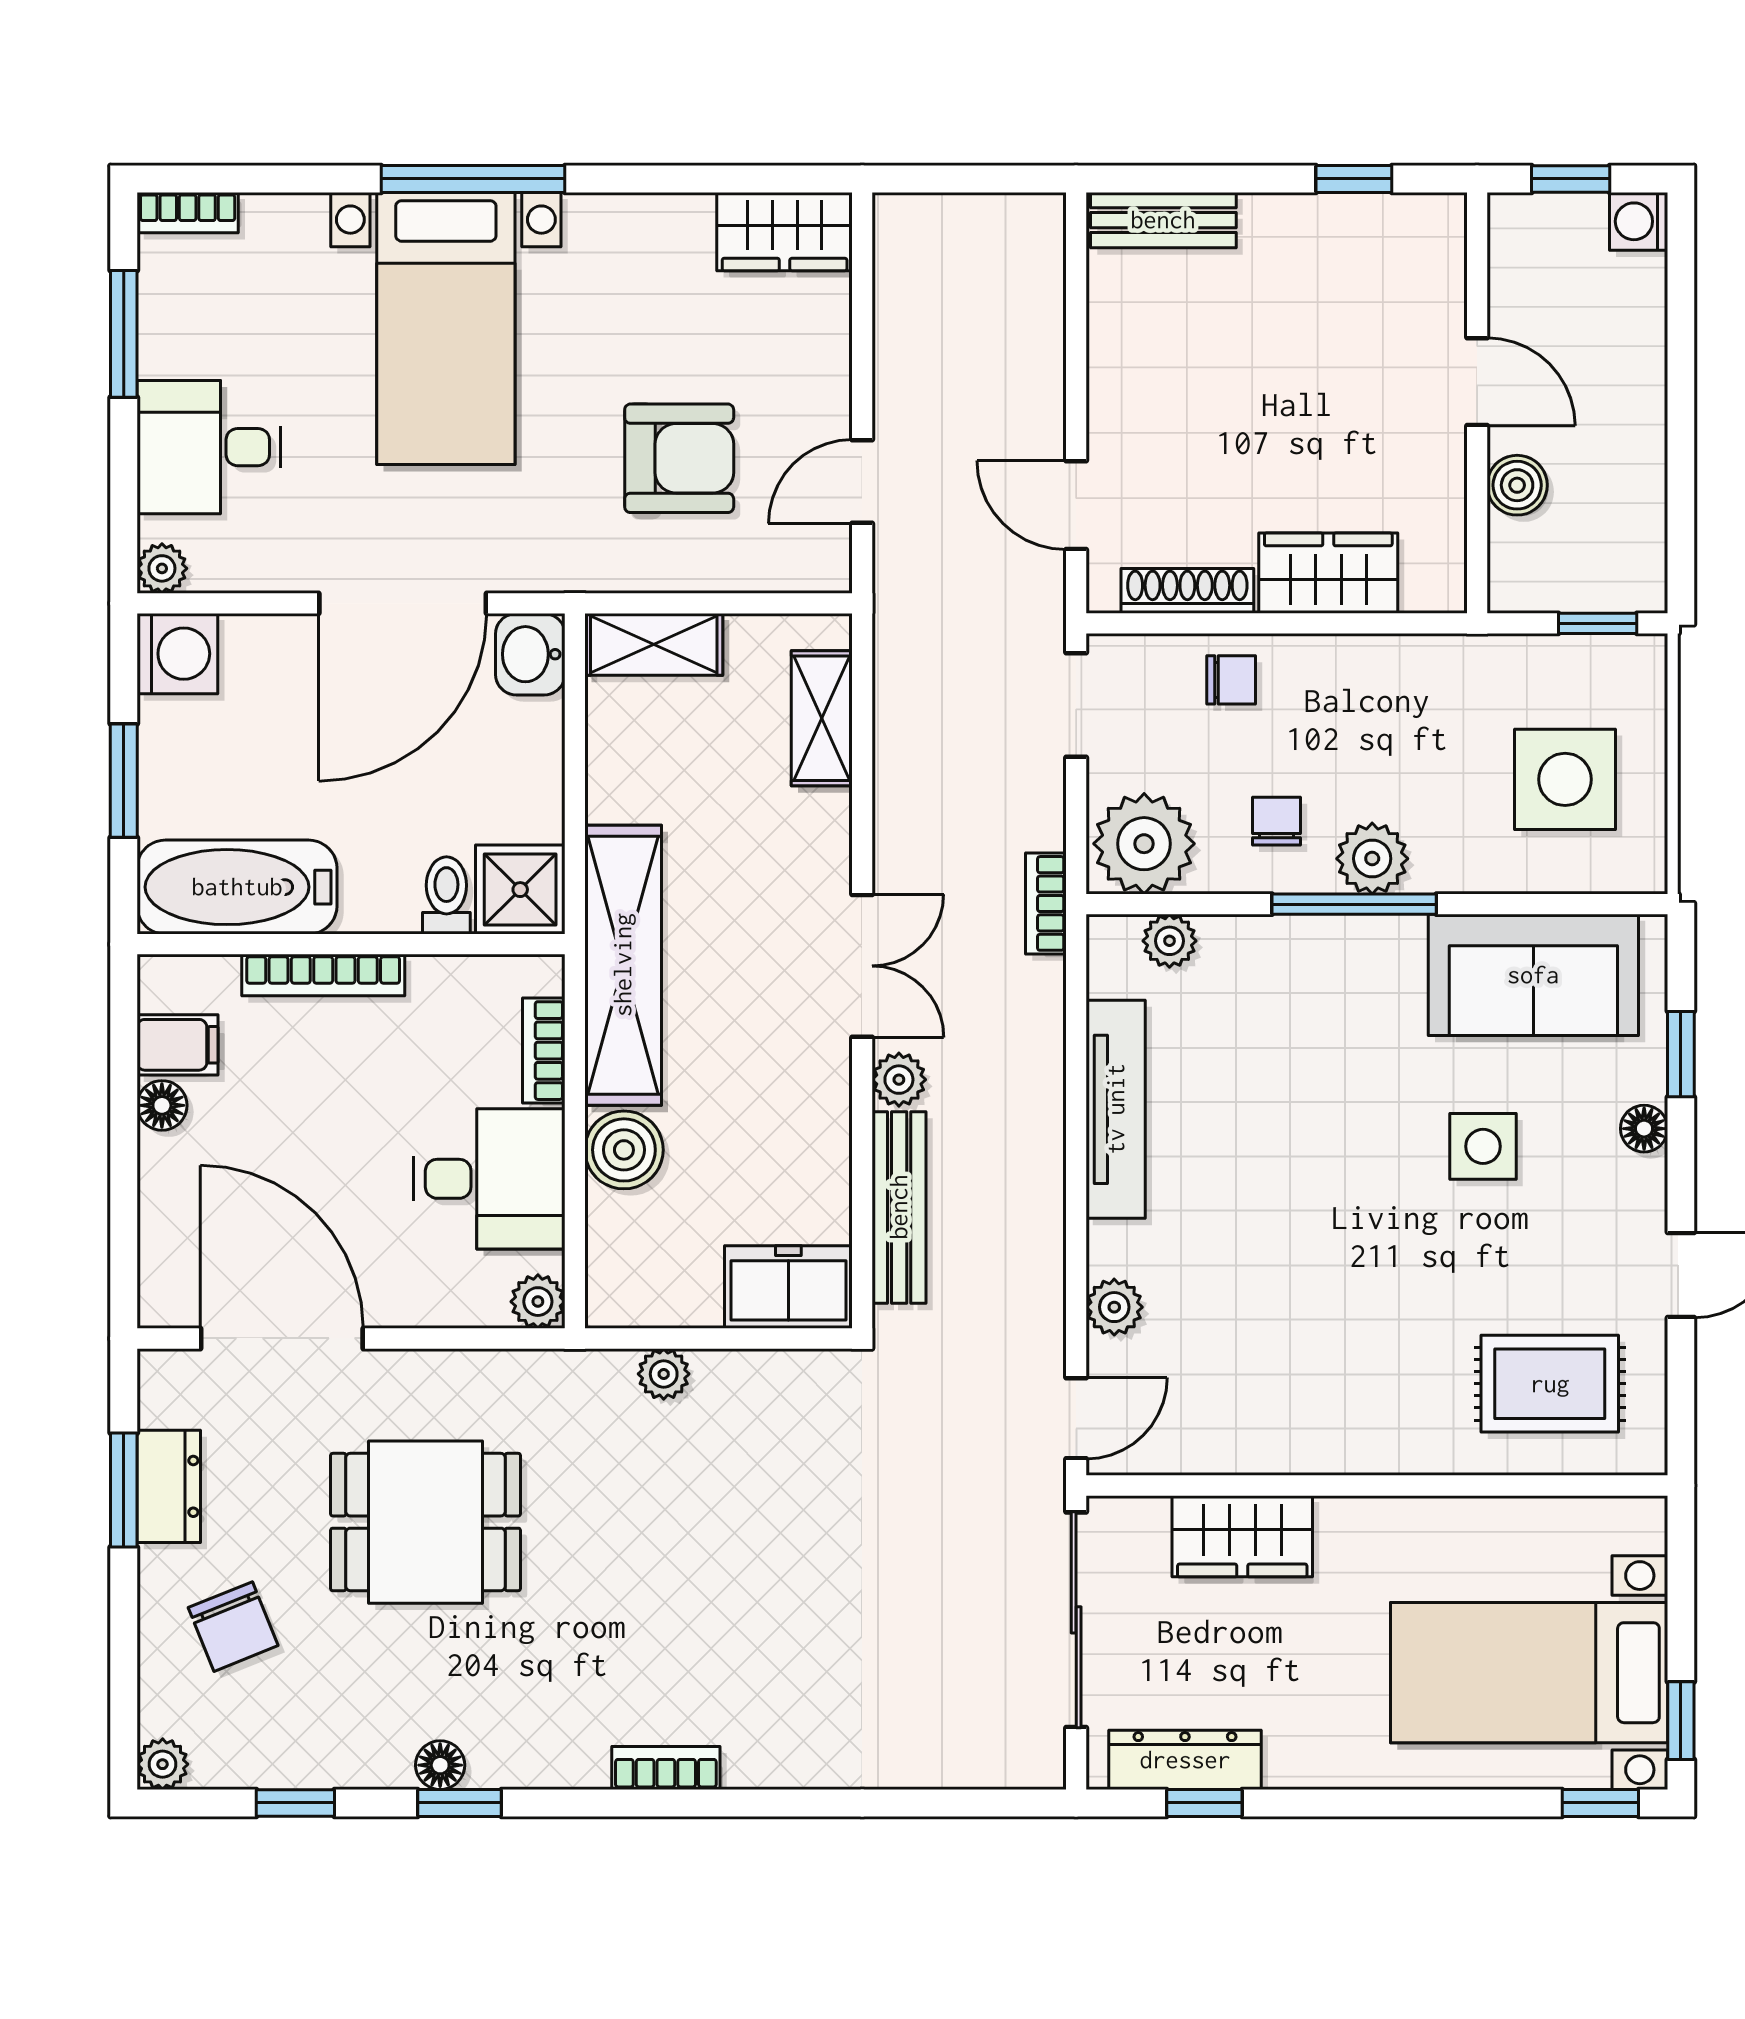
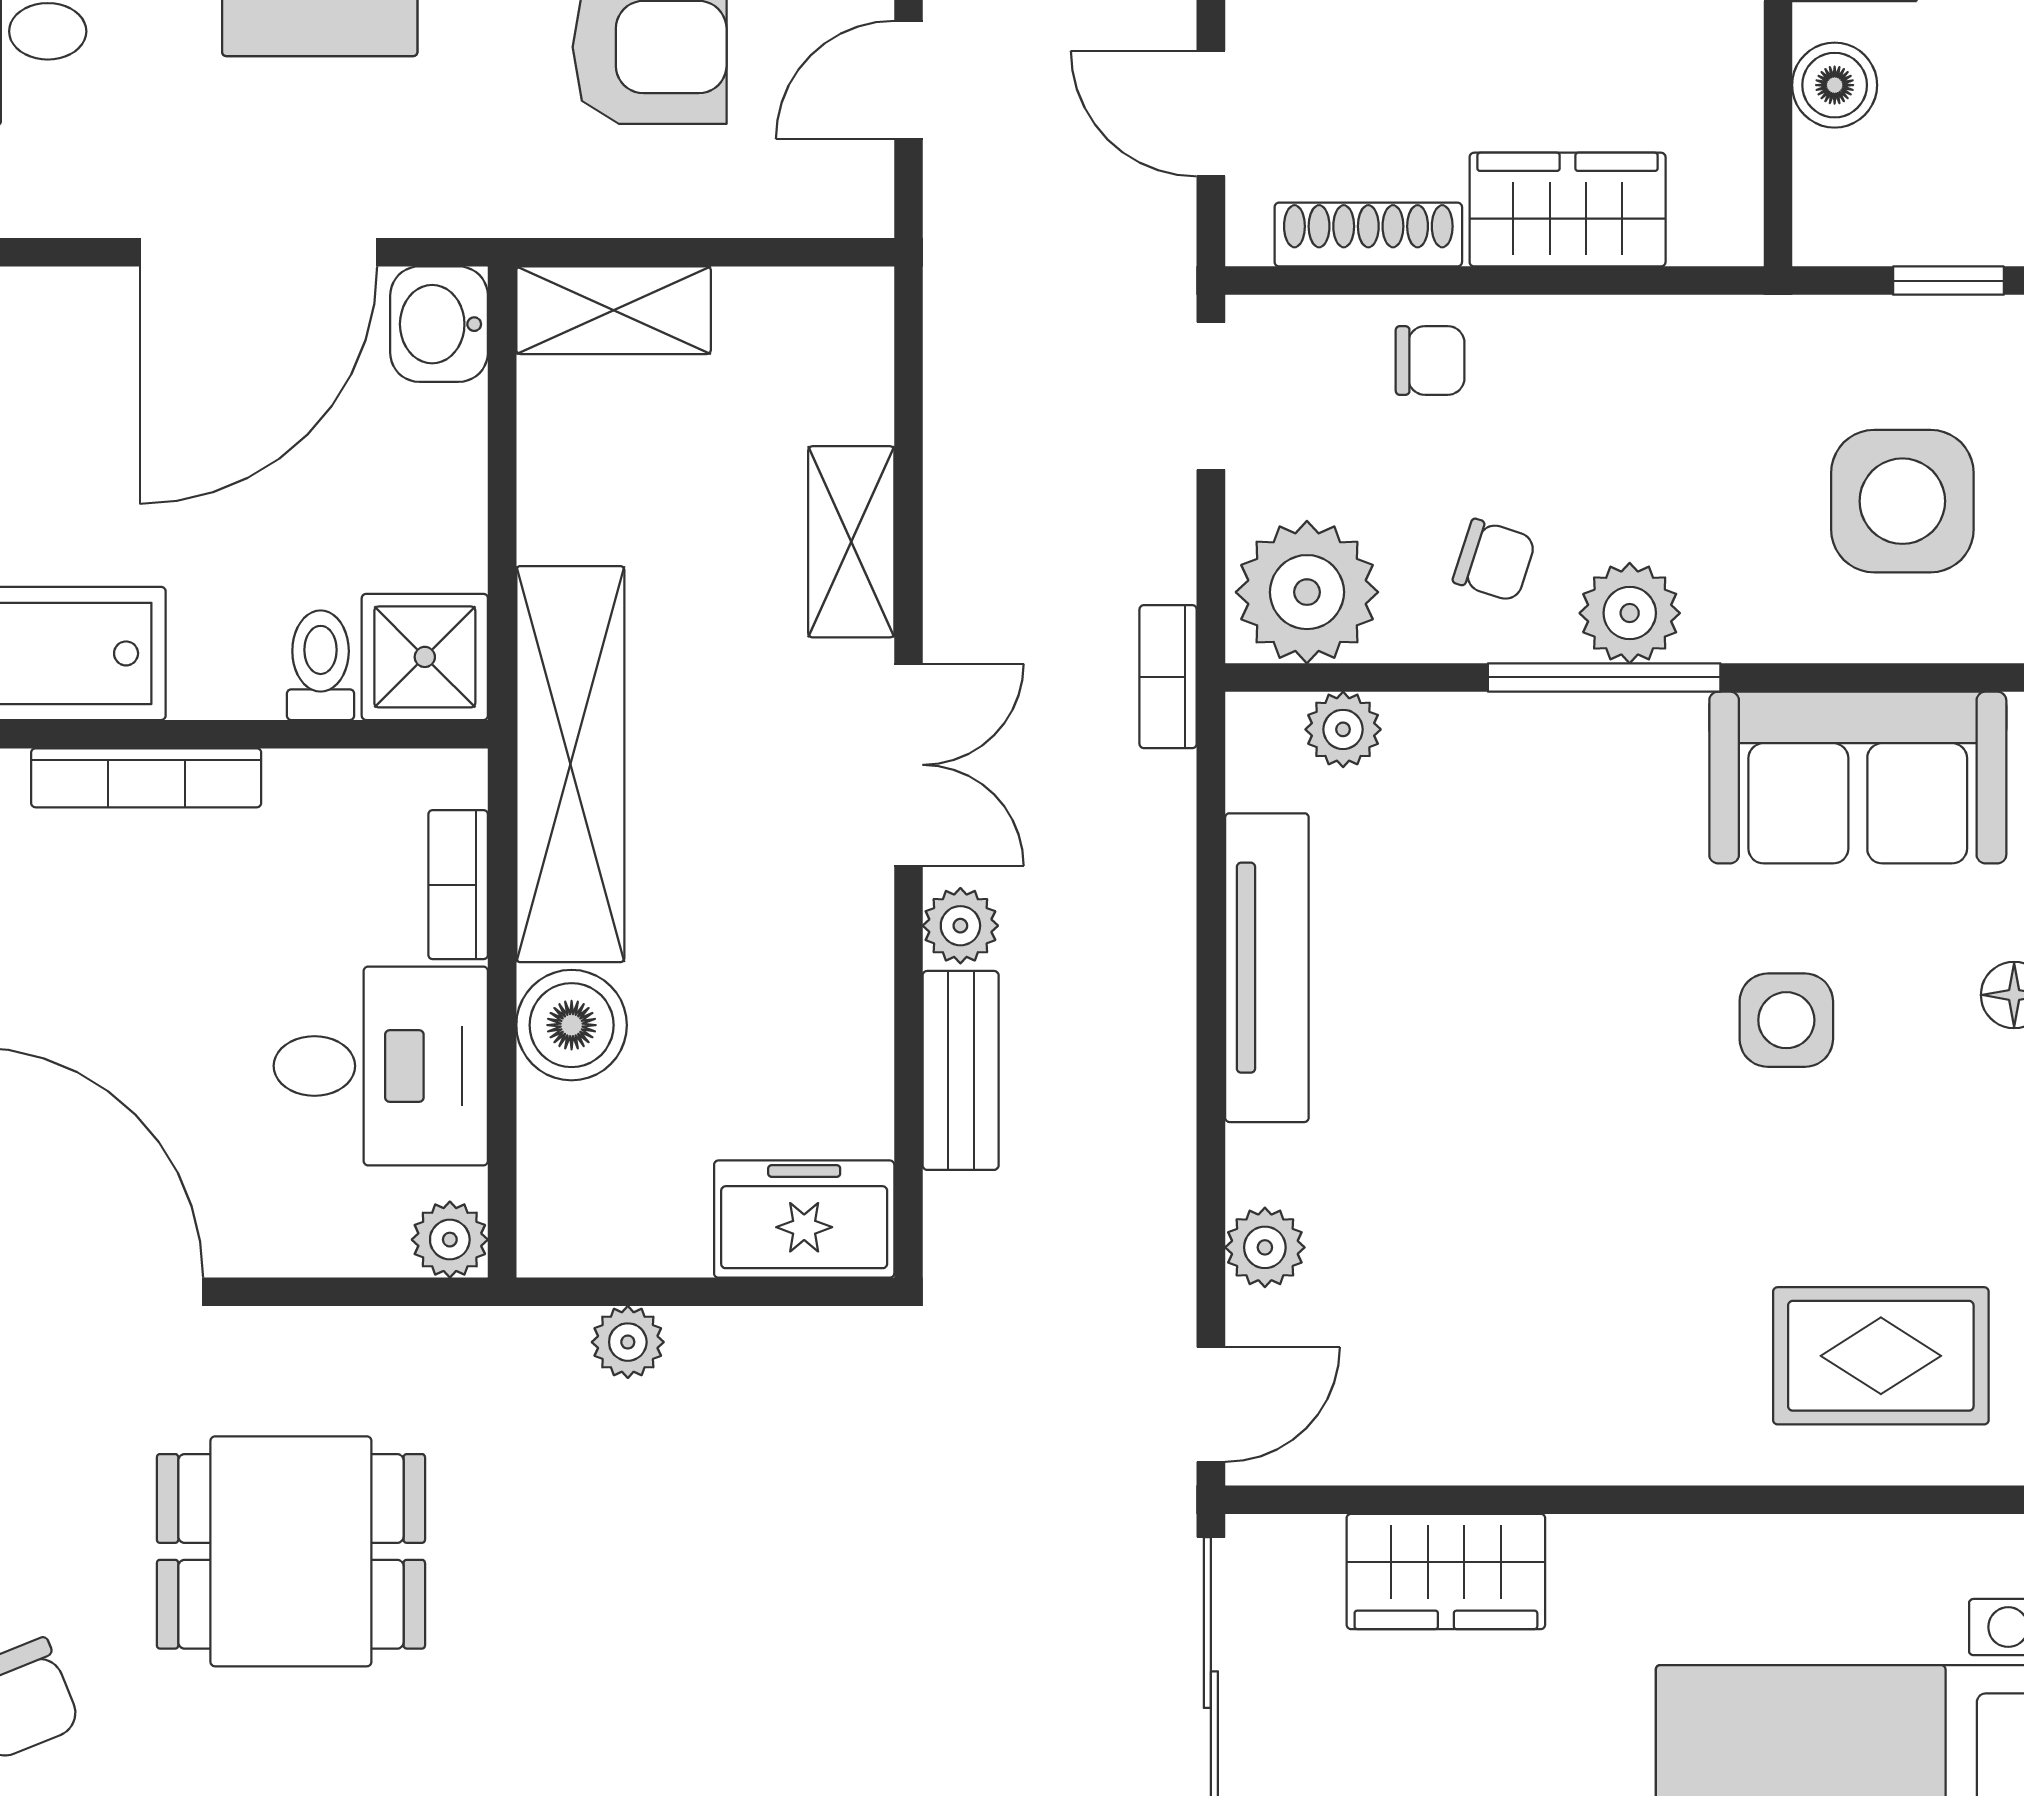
shelving: (822, 718) -> (851, 542), moved
chair: (1276, 821) -> (1494, 560), turned 108
bench: (899, 1207) -> (961, 1070), width x0.73

